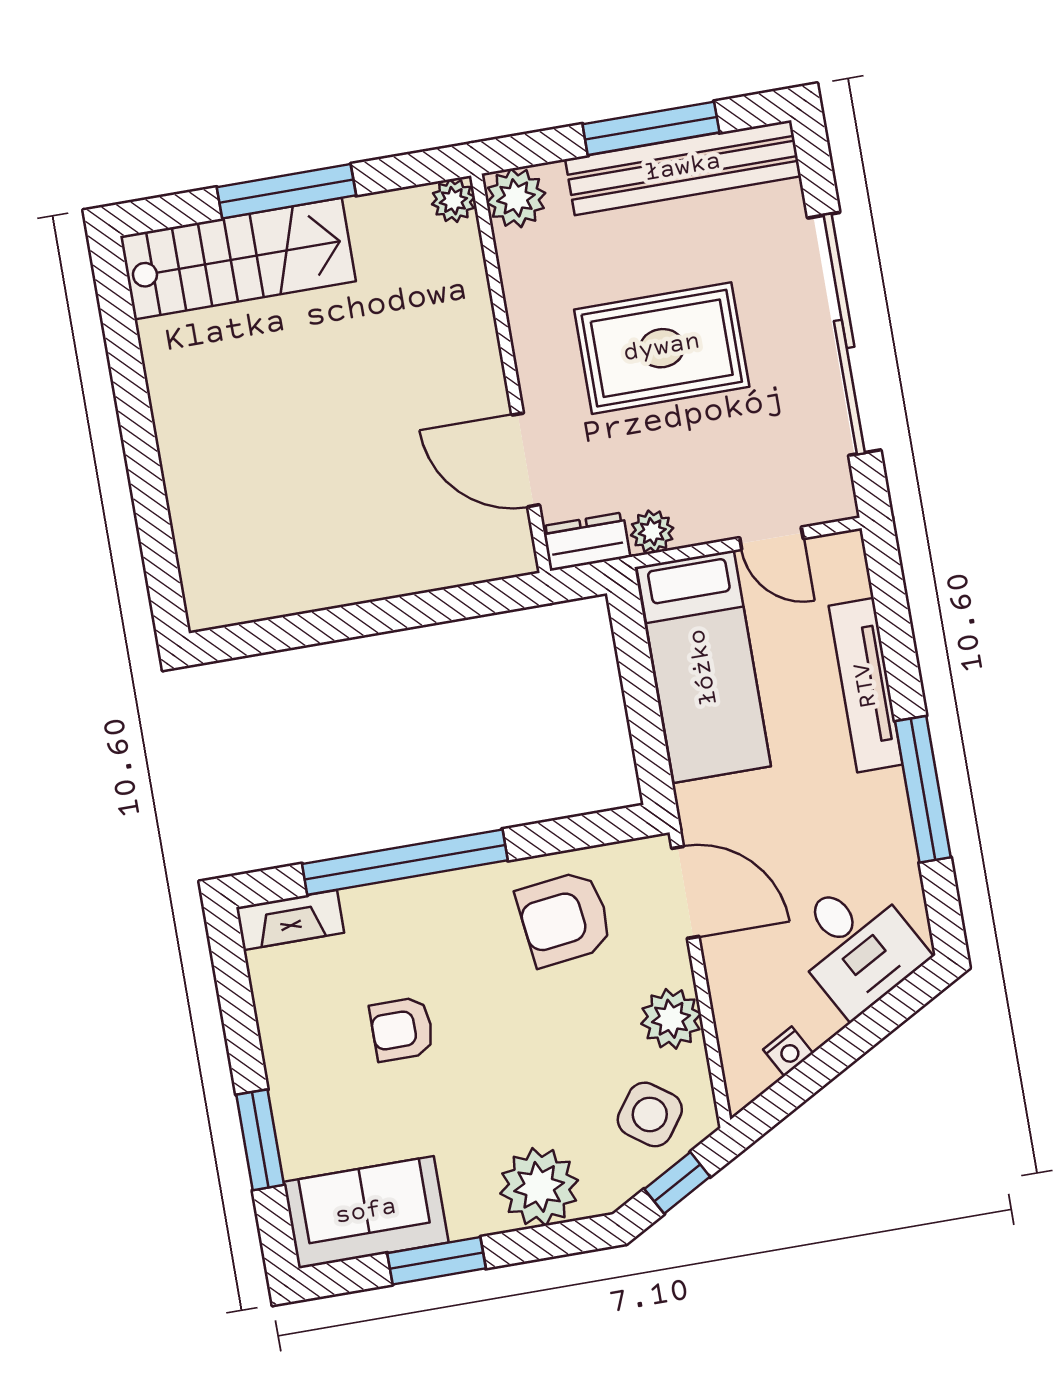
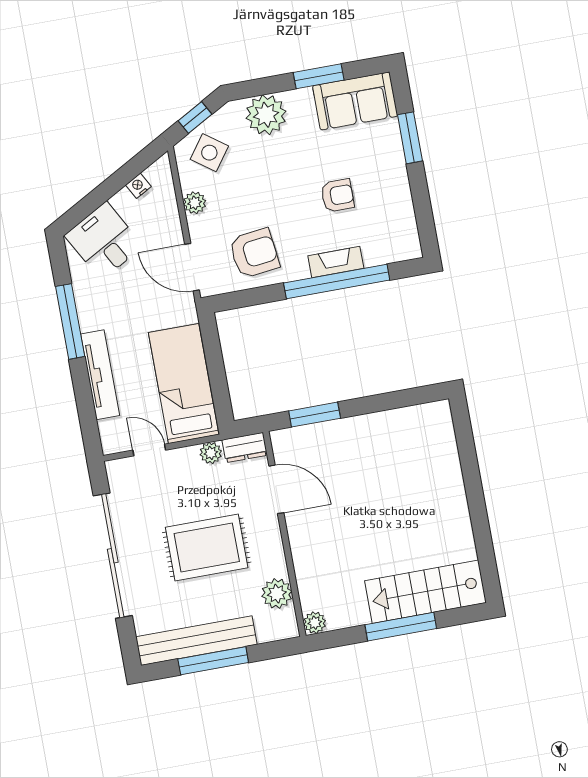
plant: (516, 198) -> (277, 594), moved
window: (450, 604) -> (315, 415), added
fireplace: (290, 920) -> (336, 262), moved
plant: (671, 1019) -> (195, 203), width x0.73, depth x0.73

